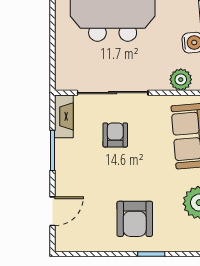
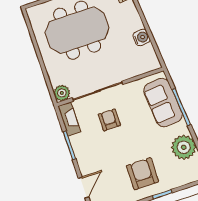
plant: (181, 80) -> (62, 93), moved
armchair: (135, 219) -> (143, 174), turned 180

